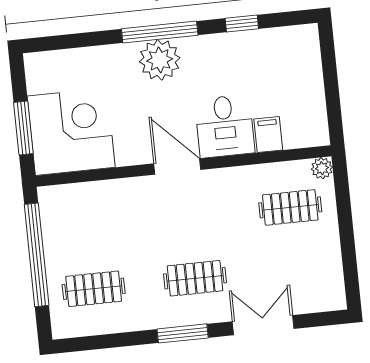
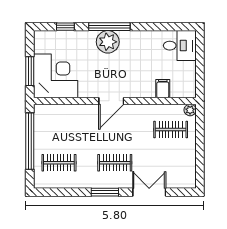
window: (242, 24) -> (65, 27), moved
desk: (225, 126) -> (180, 46), moved, turned -90
door: (177, 167) -> (111, 101), swing flipped

